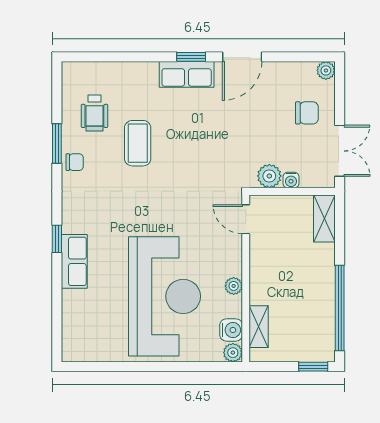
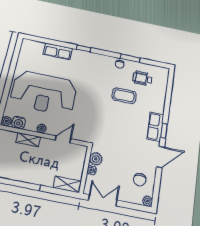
door: (242, 57) -> (161, 157), swing flipped
chair: (307, 113) -> (140, 180), moved
double door: (340, 151) -> (103, 200), swing flipped
door: (246, 219) -> (63, 139), moved
row of seats: (74, 261) -> (58, 51), moved
shelving: (259, 327) -> (28, 139), moved

